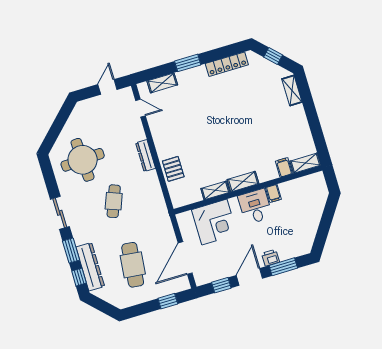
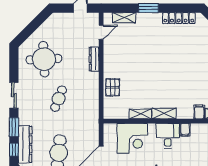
door: (140, 108) -> (101, 32), hinge flipped
dresser: (146, 156) -> (94, 59), moved

